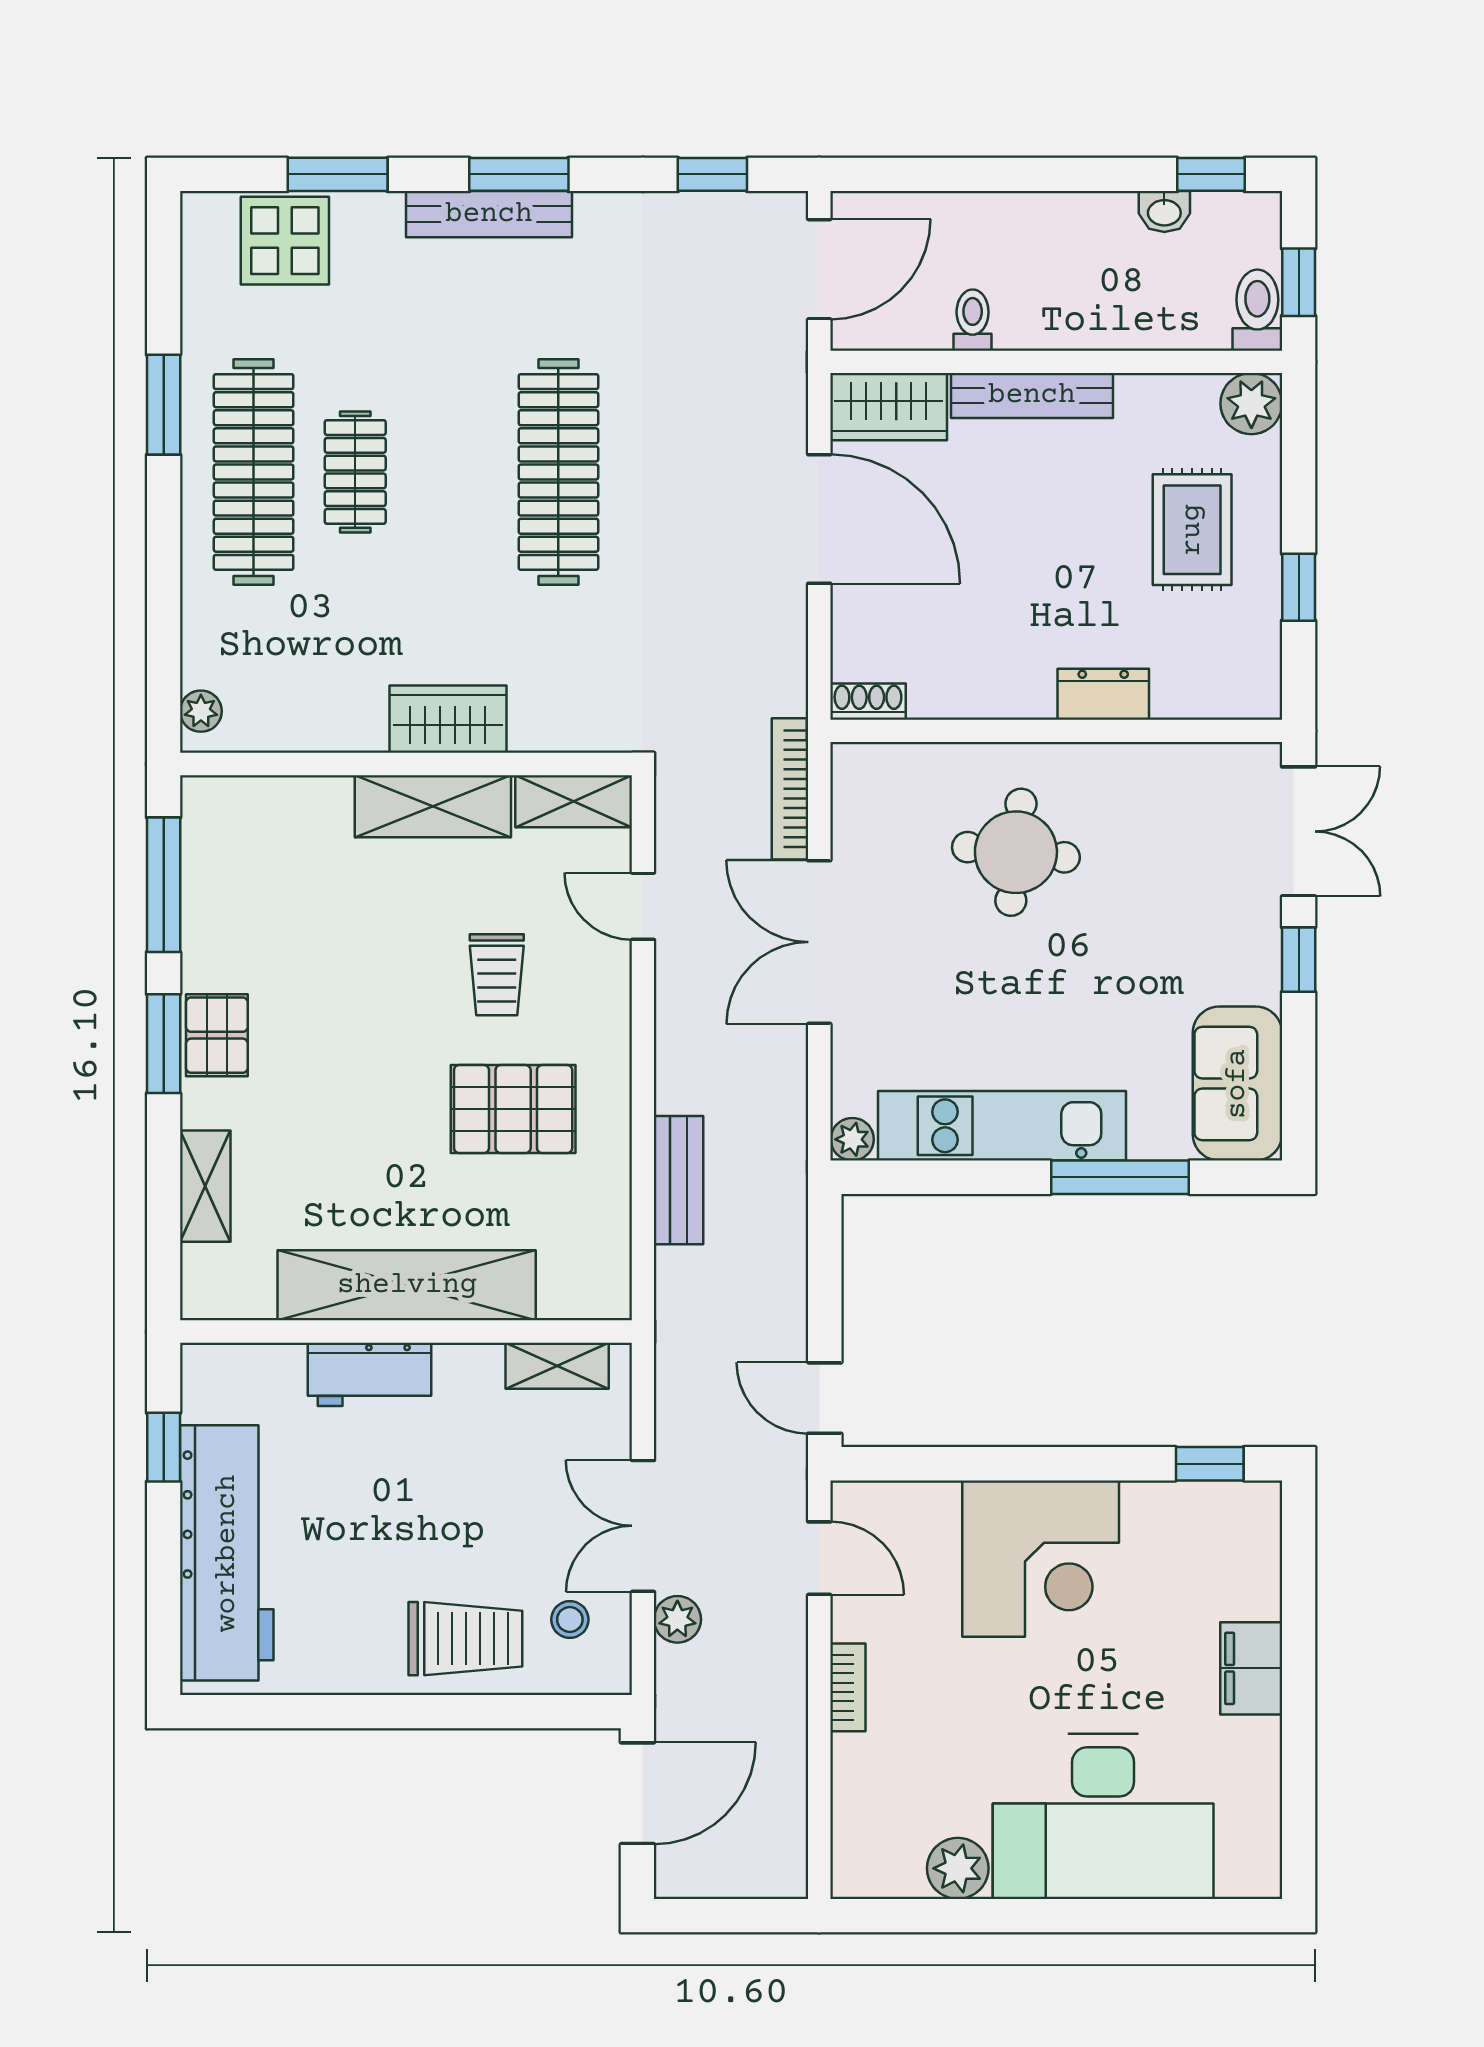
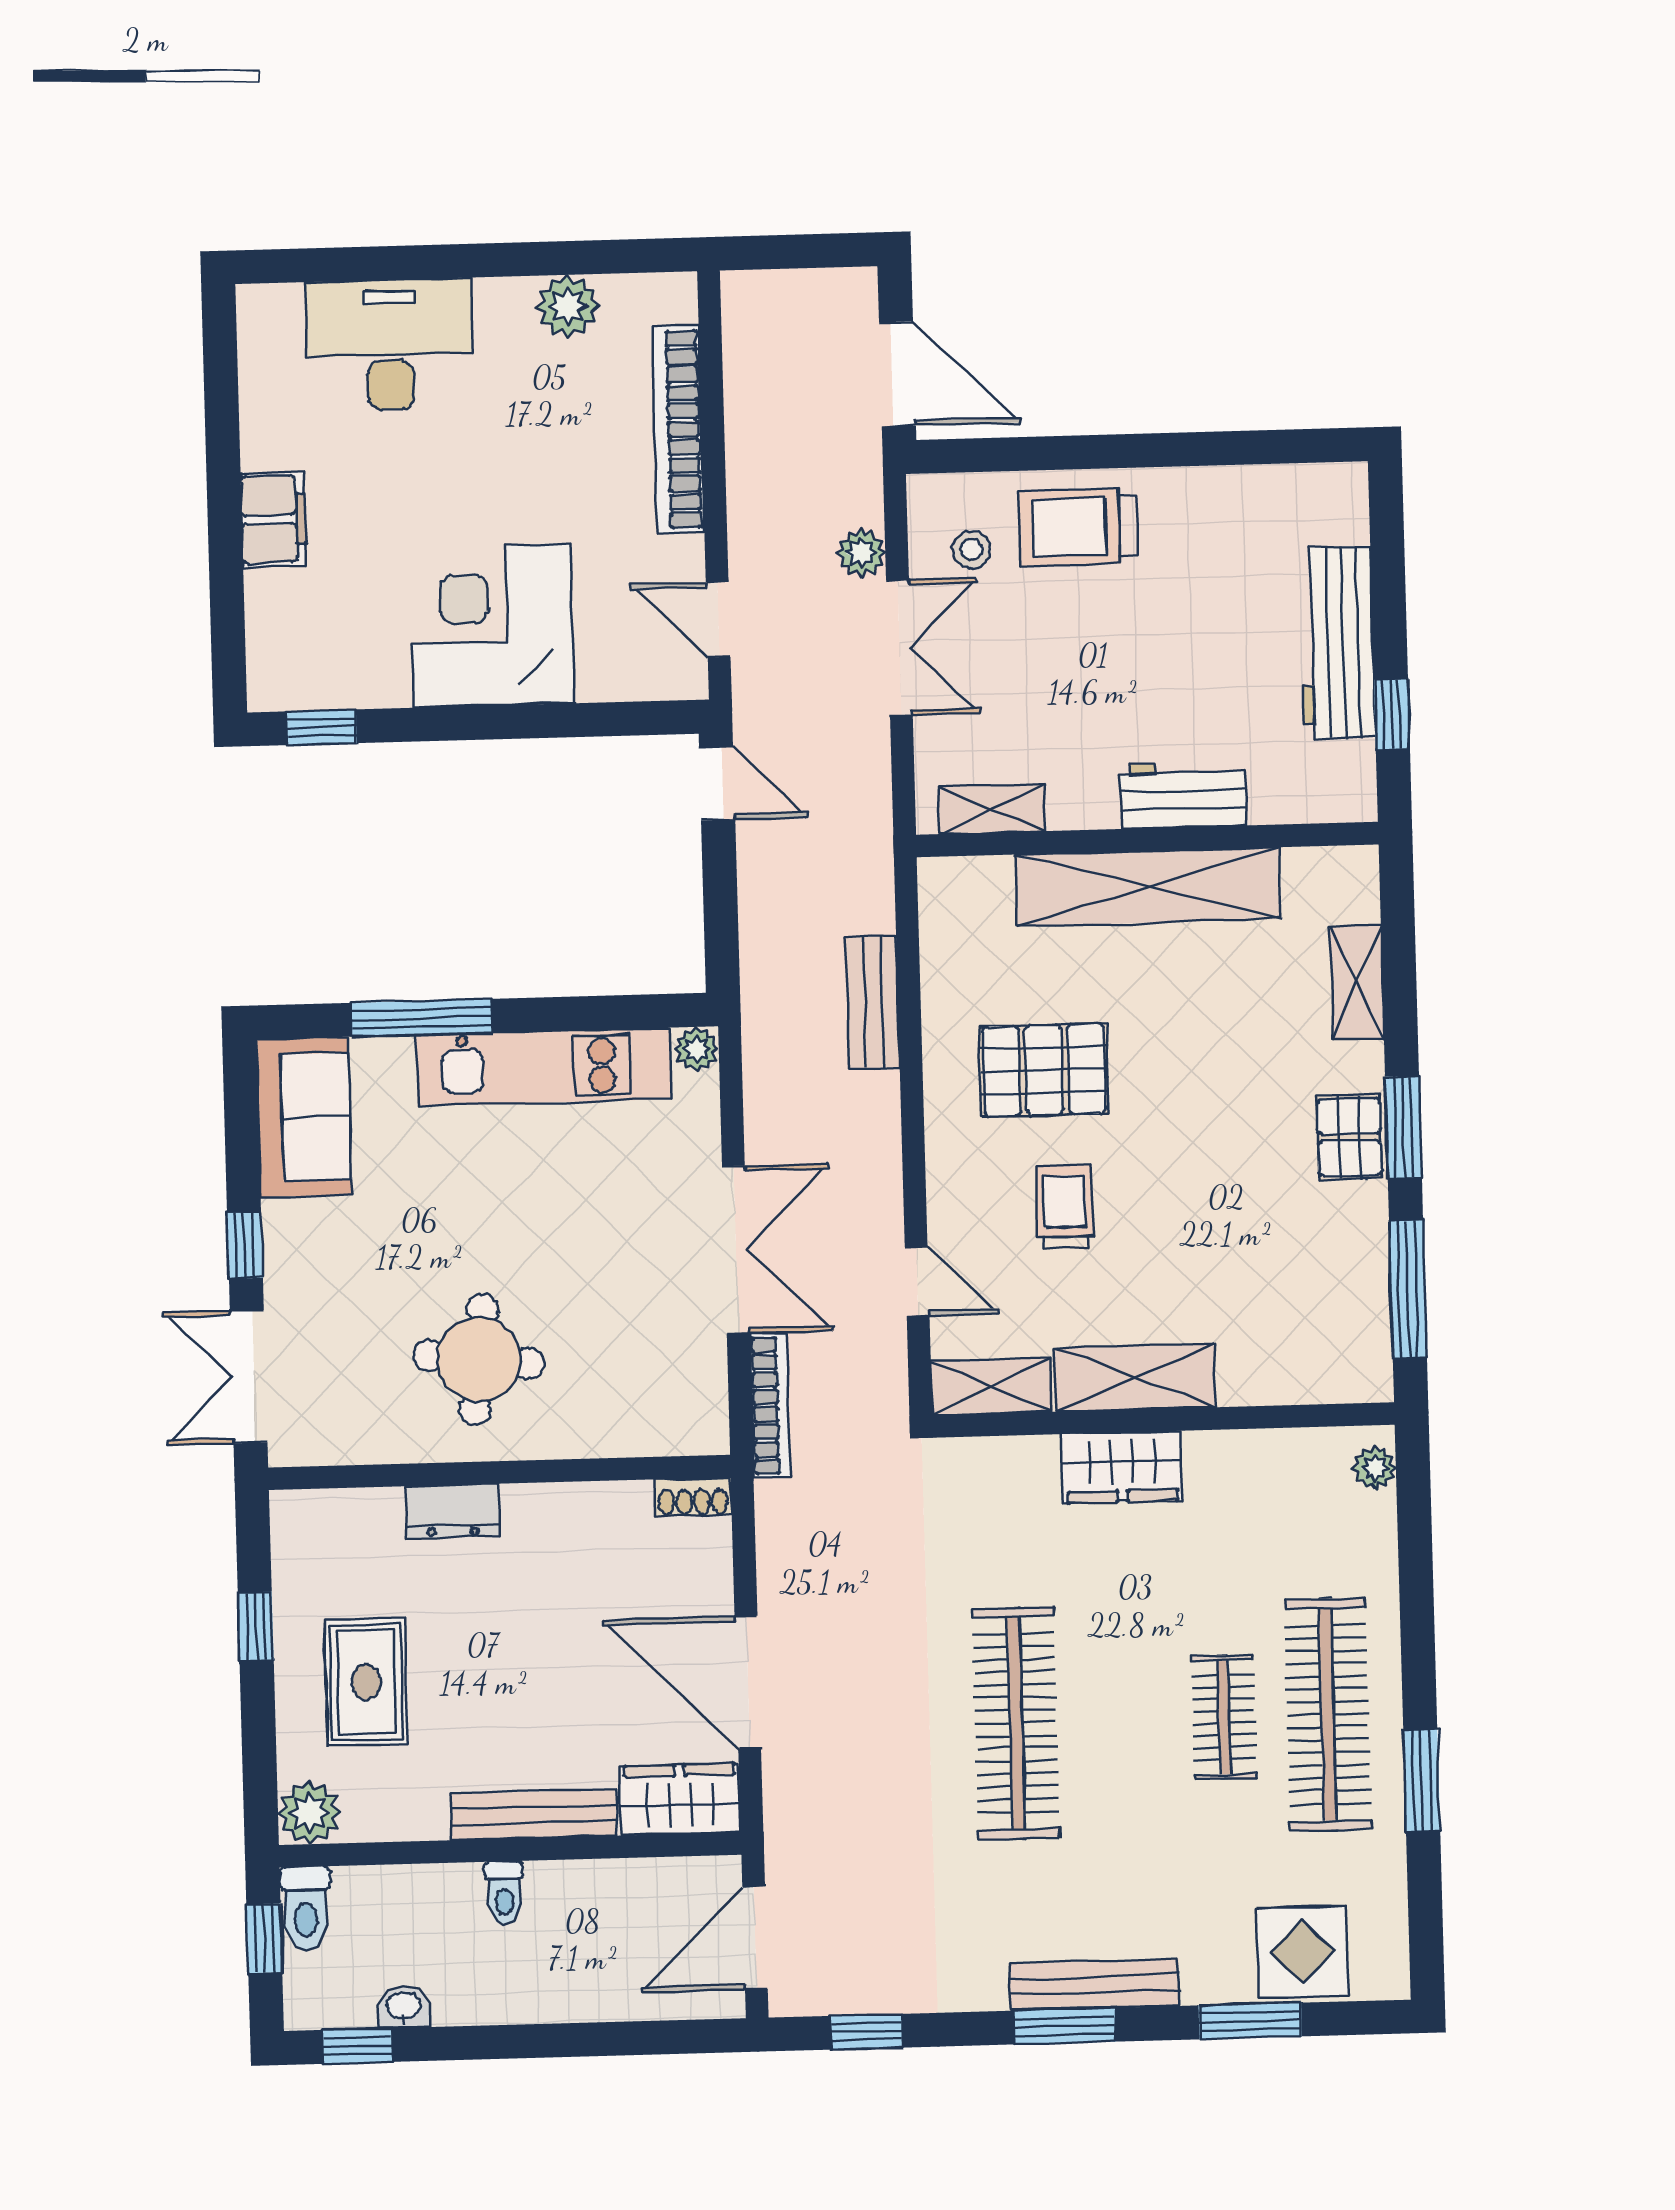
toilet: (973, 320) -> (504, 1893), moved
round table: (1016, 852) -> (479, 1359), moved
workbench: (227, 1553) -> (1337, 643), width x0.73, depth x0.76
bookcase: (848, 1687) -> (678, 429), width x2.31, depth x1.31
door: (637, 1793) -> (897, 374), swing flipped
desk: (1103, 1816) -> (390, 345), width x0.73, depth x0.77

